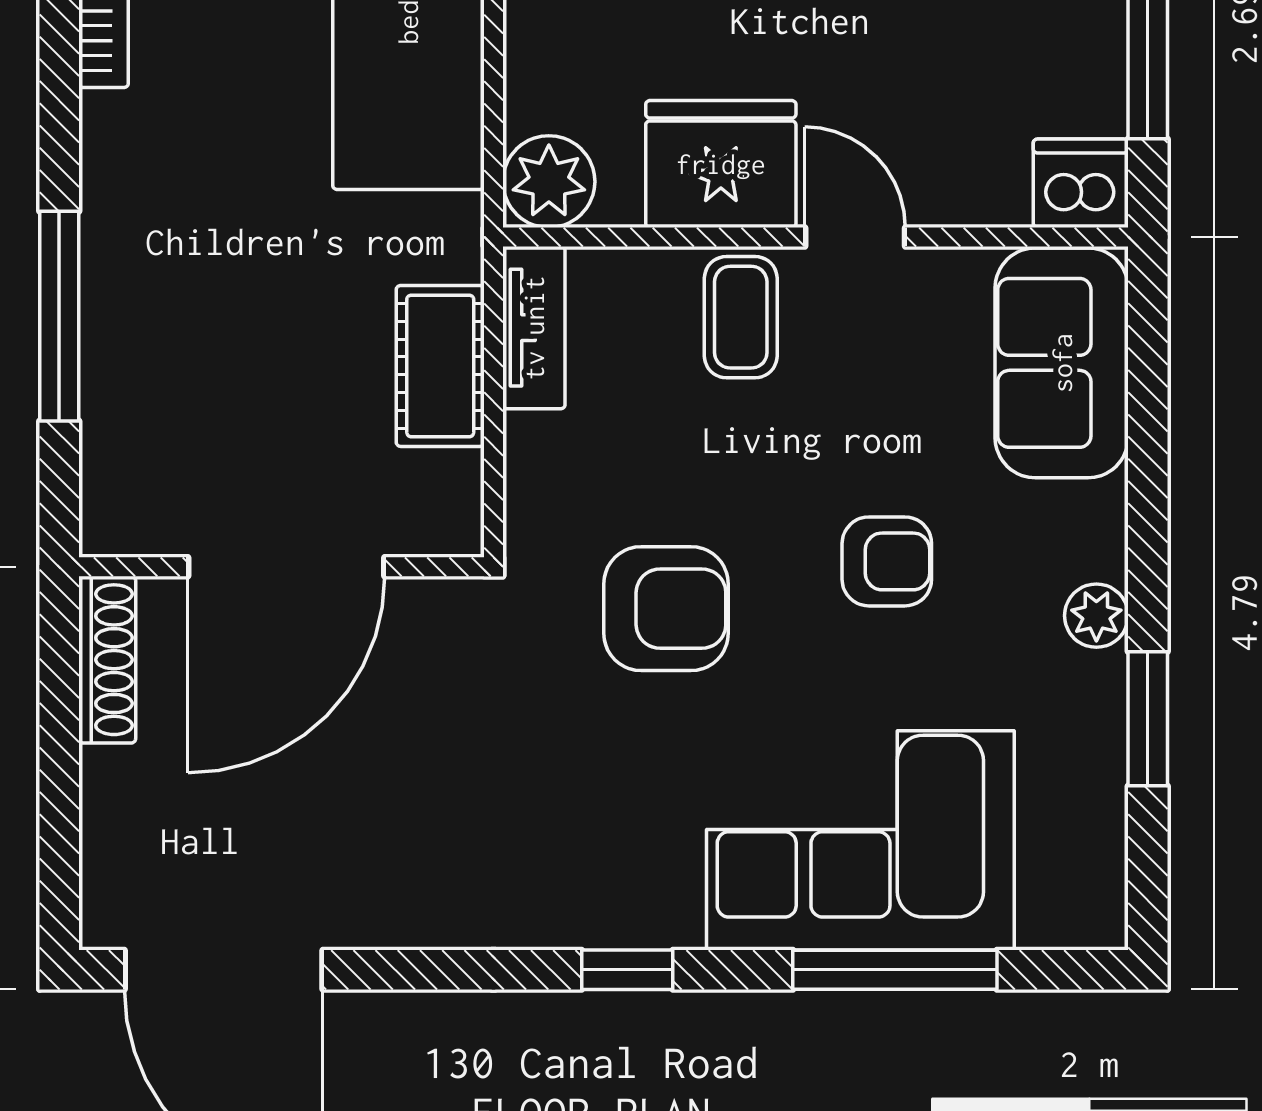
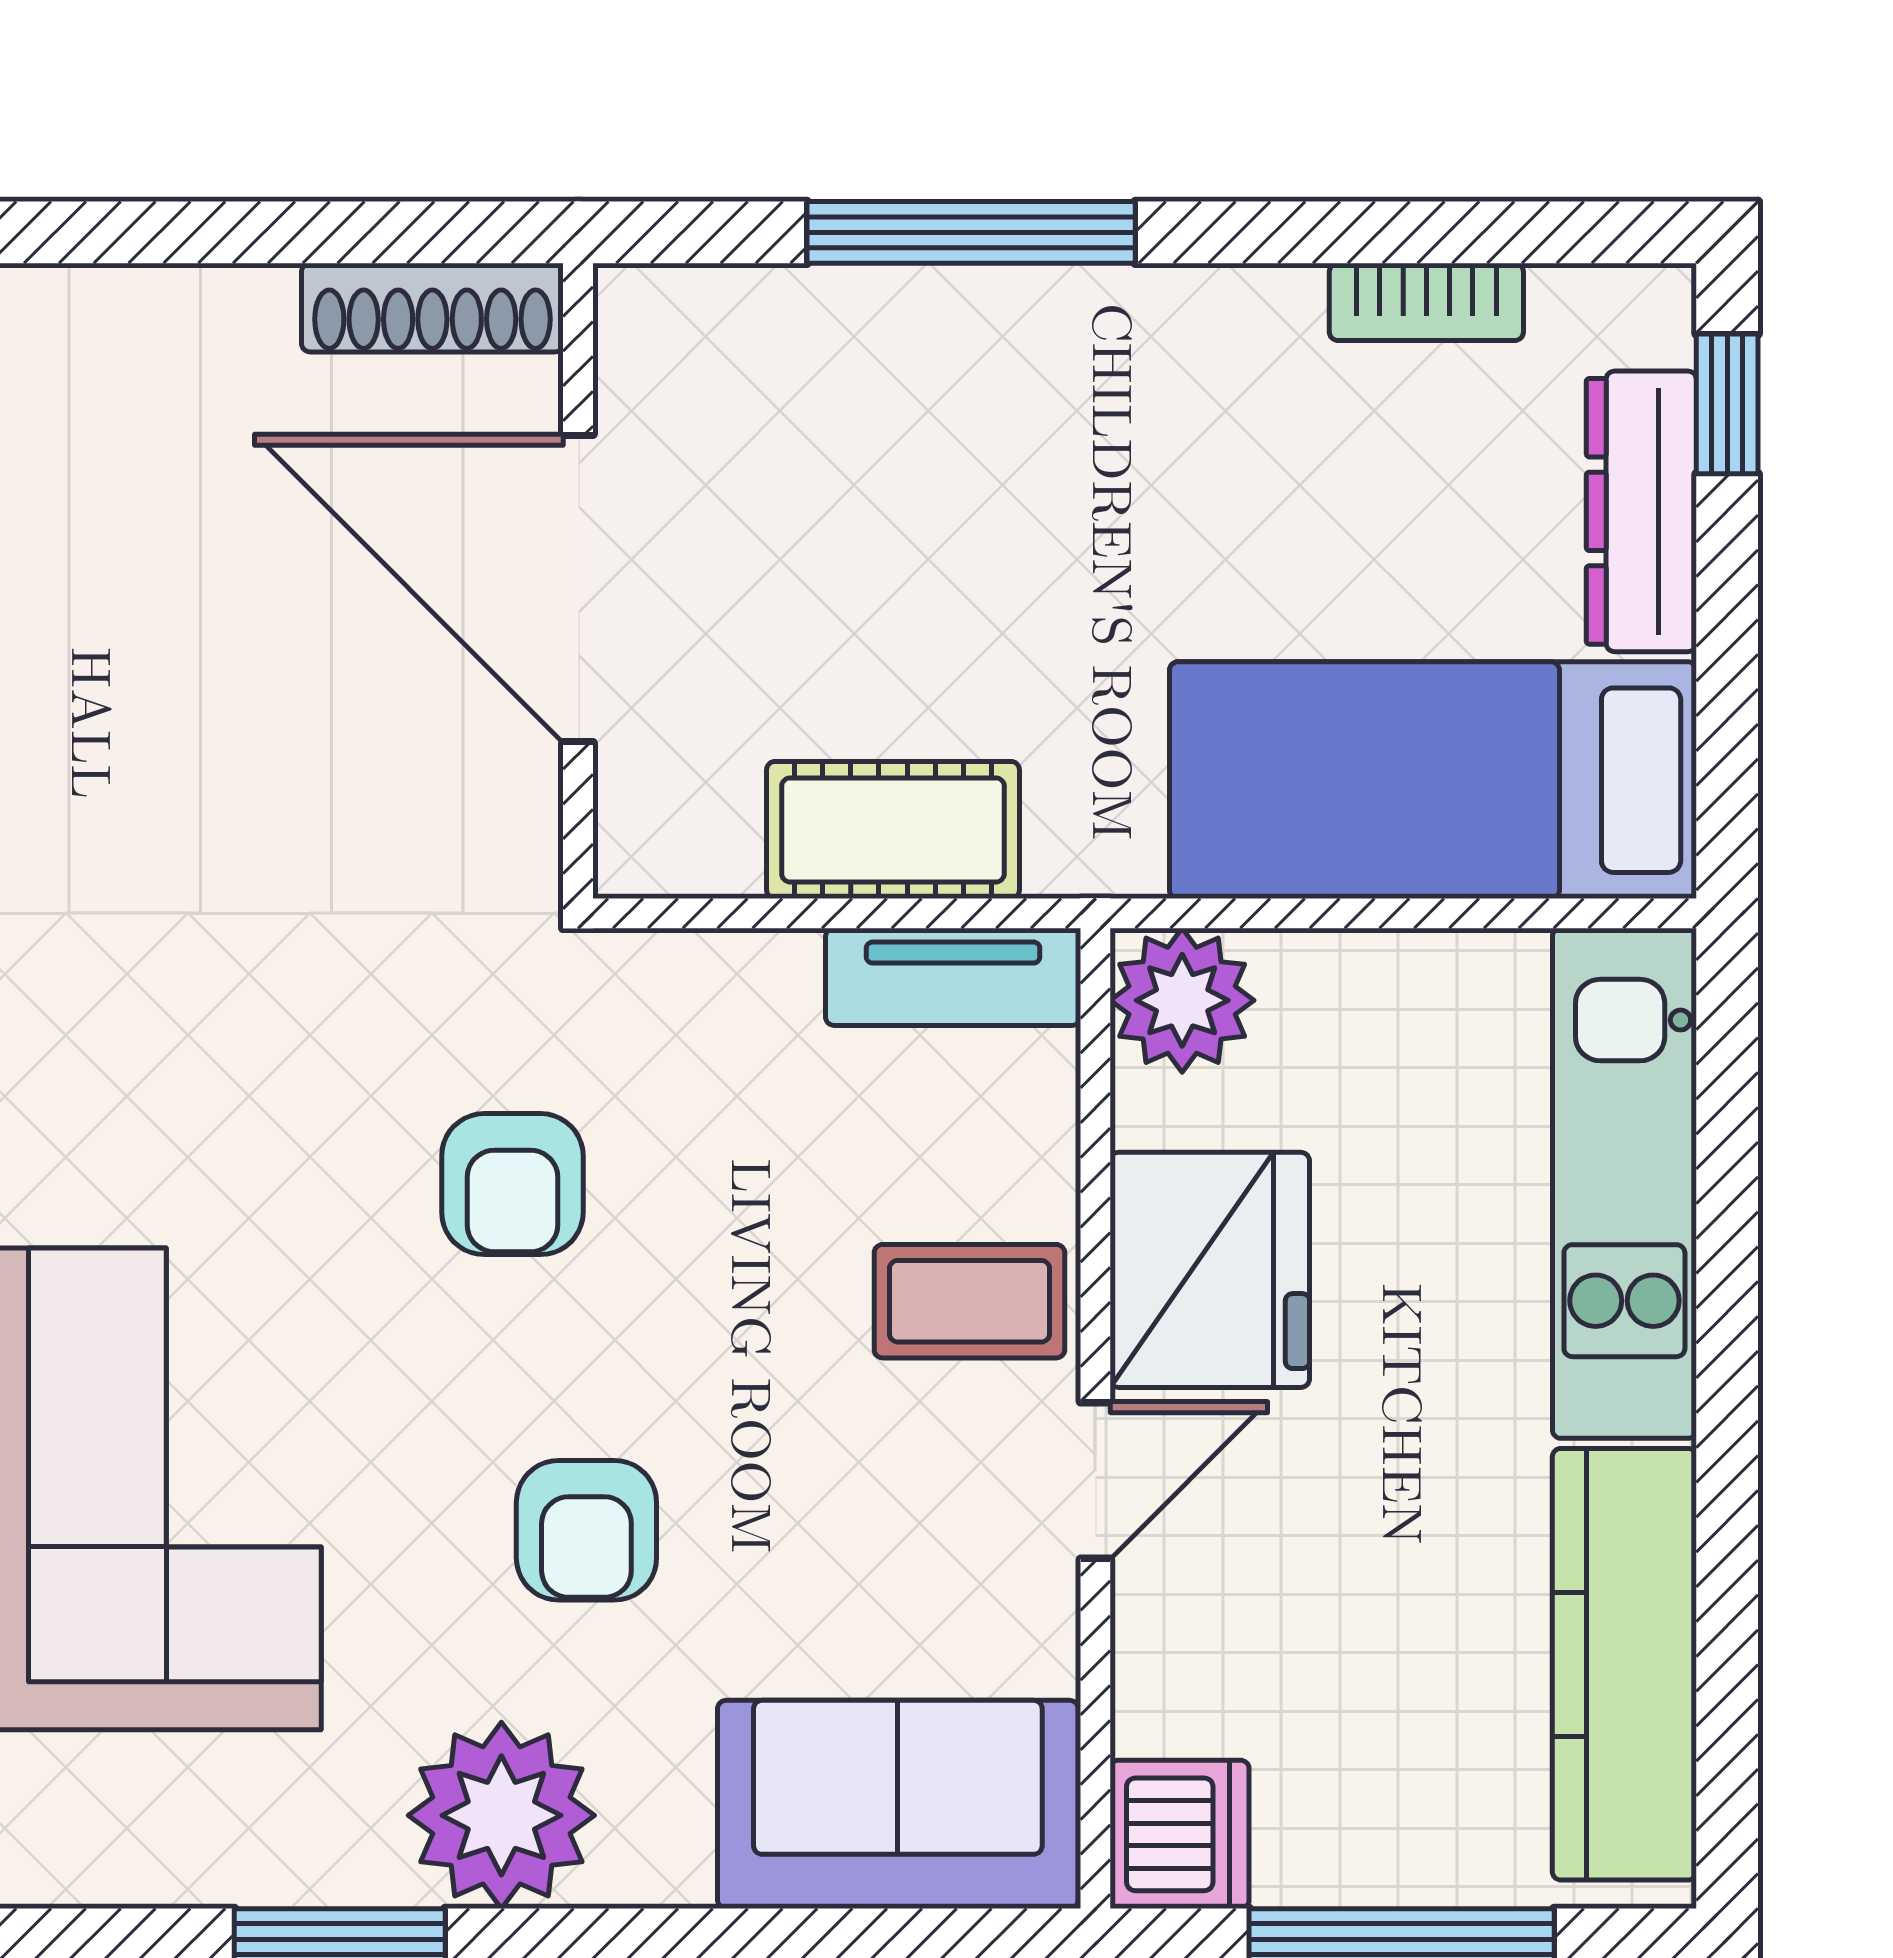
armchair: (666, 609) -> (512, 1184), width x0.72, depth x0.72
plant: (1096, 616) -> (501, 1815), width x1.87, depth x1.87

